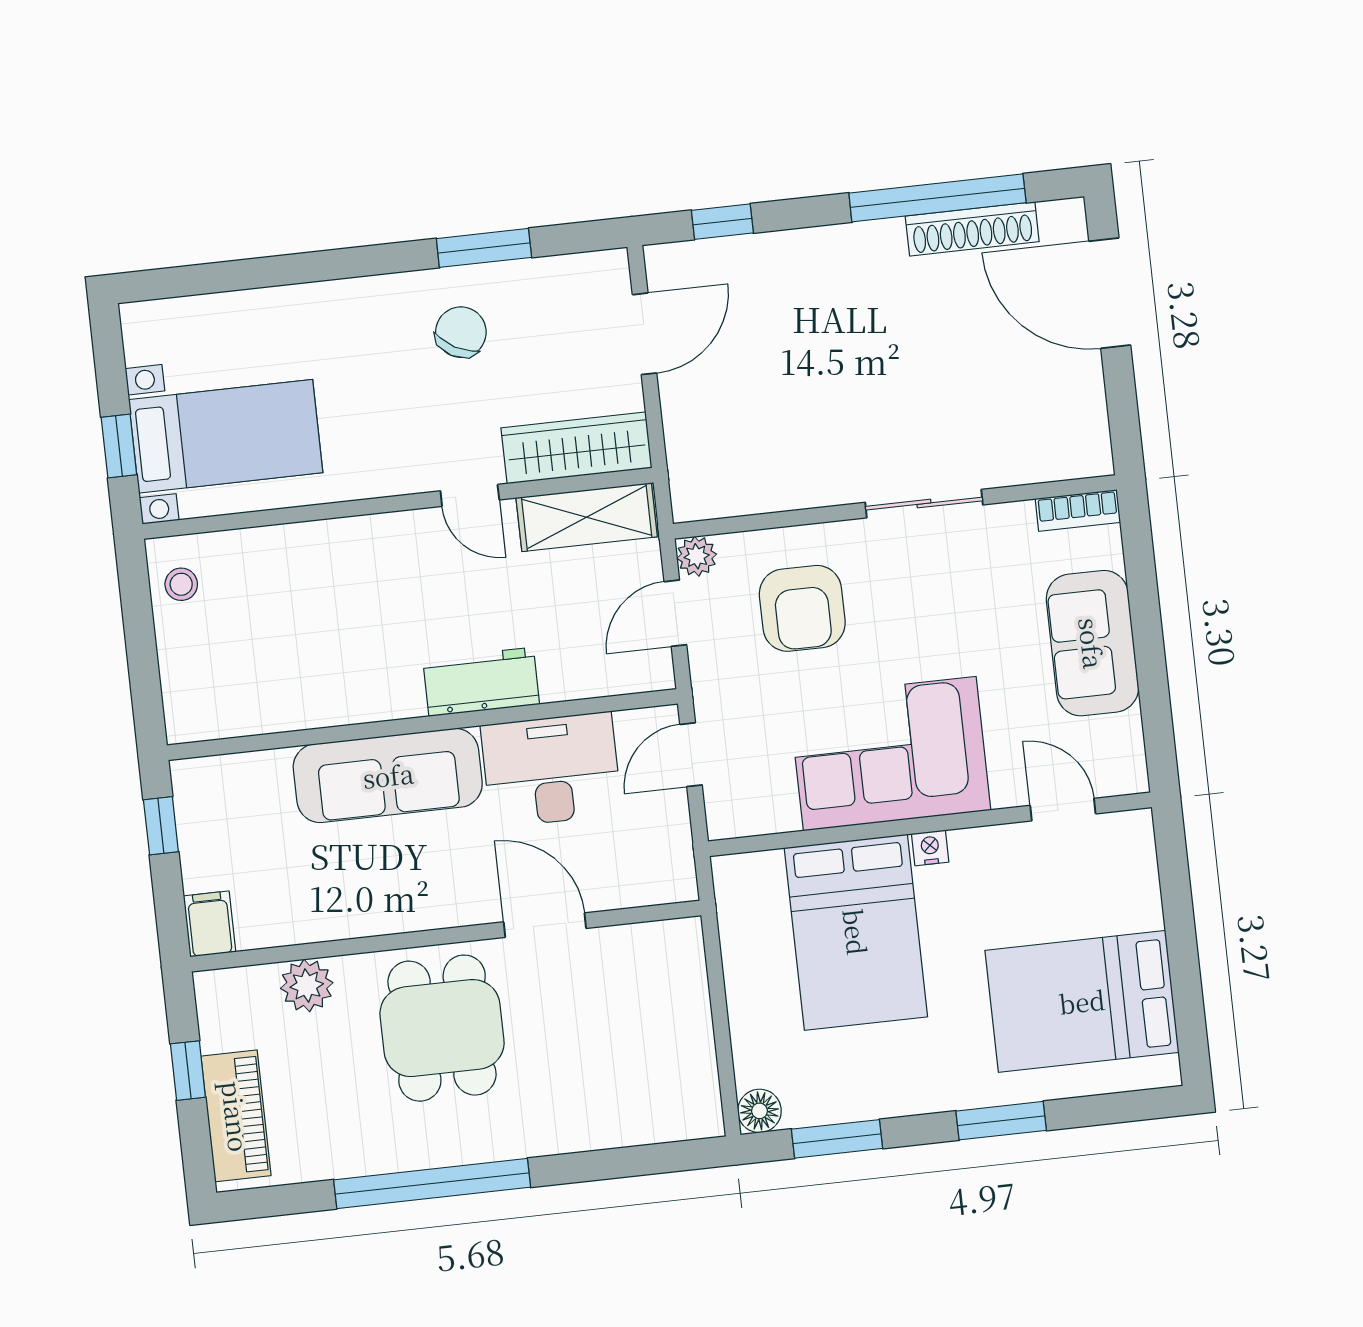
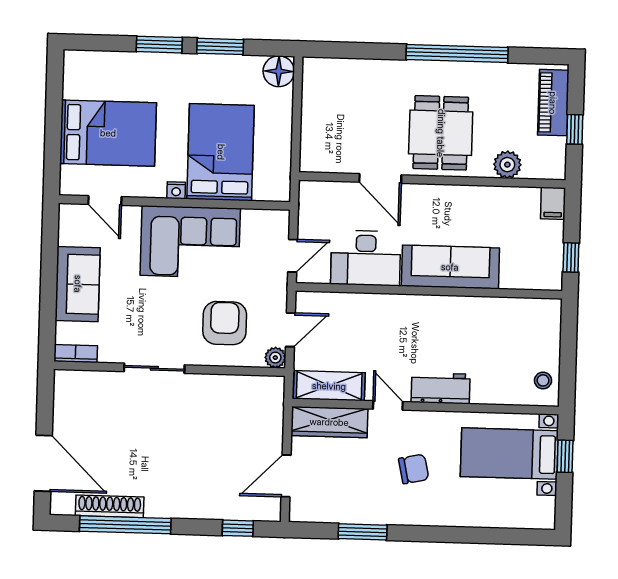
chair: (461, 332) -> (414, 469), moved, turned -131
workbench: (481, 682) -> (441, 388), moved, turned 180
bed: (1082, 1001) -> (108, 133), moved
floor lamp: (760, 1111) -> (279, 71), width x1.38, depth x1.38
window: (837, 1139) -> (220, 46), moved

